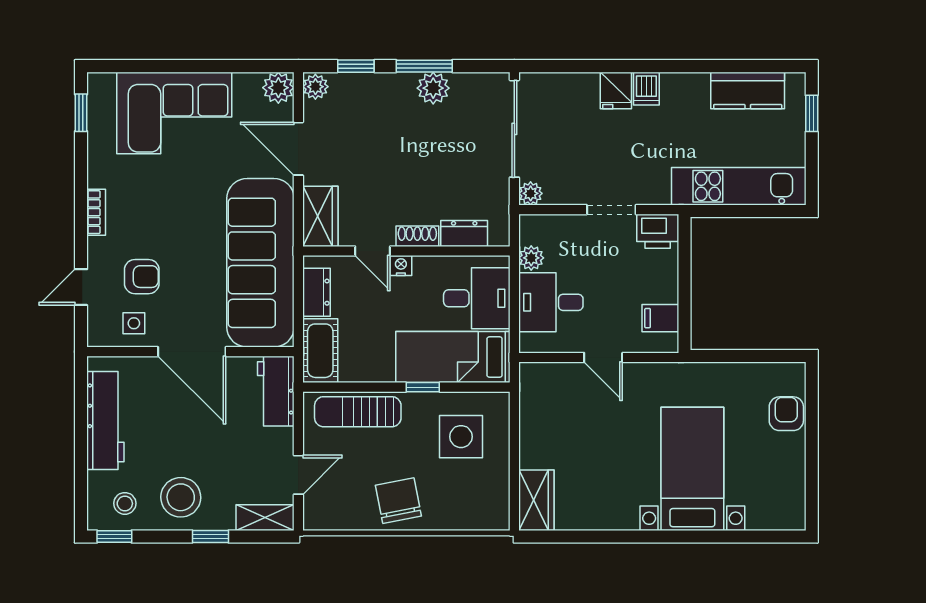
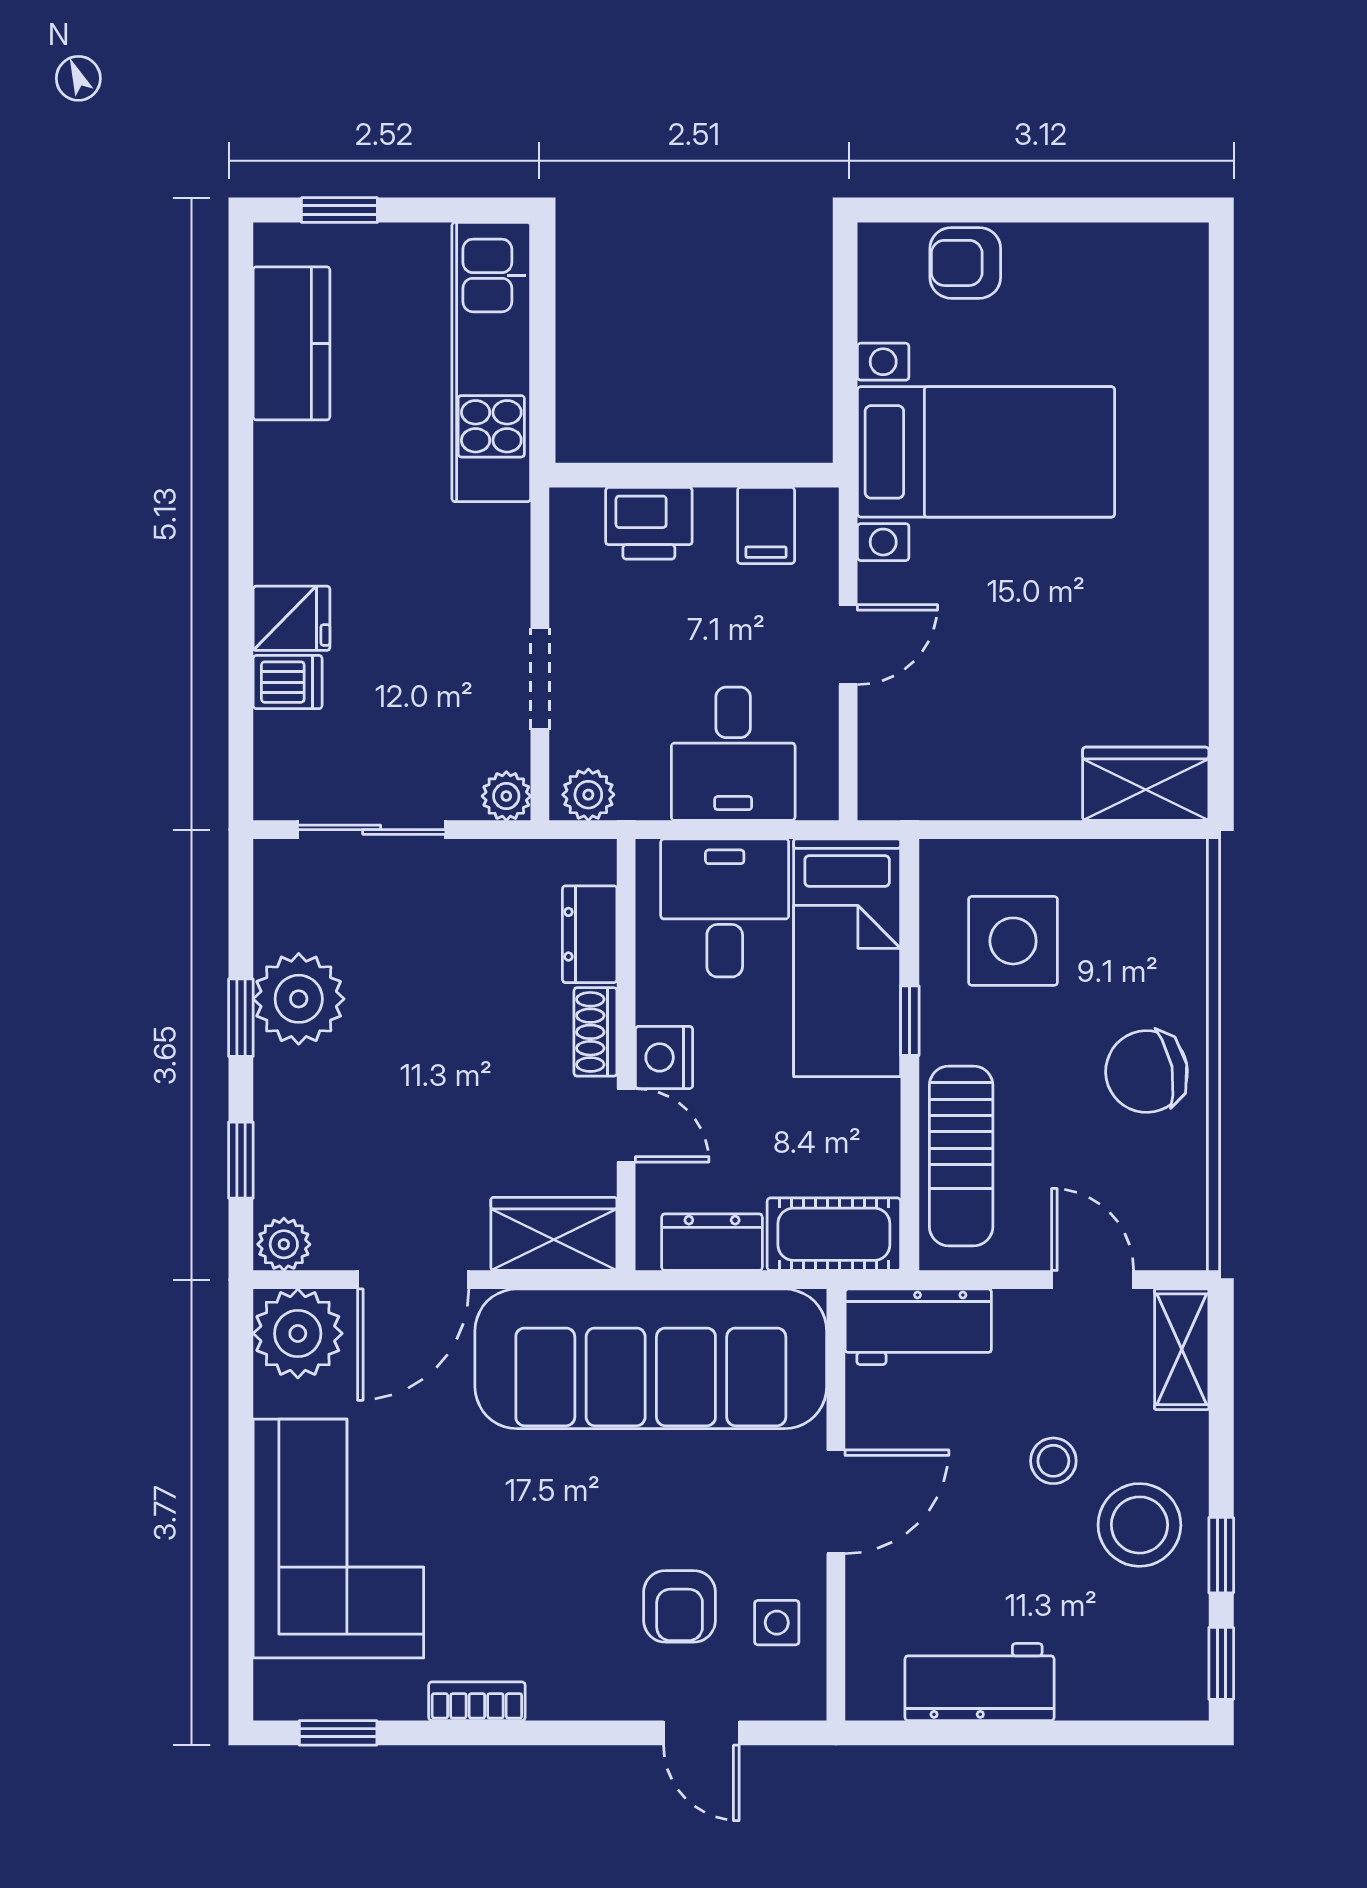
window: (424, 66) -> (241, 1018), width x0.67
plant: (278, 88) -> (298, 1333), width x1.36, depth x1.36
plant: (433, 88) -> (299, 999), width x1.36, depth x1.36
dishwasher: (646, 89) -> (288, 682), moved
sliding door: (514, 129) -> (372, 830), width x0.73
doorway: (611, 210) -> (540, 679), moved
bookcase: (96, 212) -> (477, 1701), moved
printer: (658, 231) -> (649, 523), moved, turned 90
door: (373, 251) -> (626, 1125), hinge flipped
plant: (531, 258) -> (588, 795), moved
nightstand: (401, 266) -> (664, 1057), width x1.39, depth x1.35
armchair: (142, 277) -> (680, 1606), turned 180
door: (192, 352) -> (836, 1502), width x0.73
workbench: (105, 421) -> (980, 1682), width x0.73
bed with nightstands: (692, 469) -> (986, 452), moved, turned 180
stool: (125, 503) -> (1053, 1461), moved
window: (210, 536) -> (1221, 1555), moved

